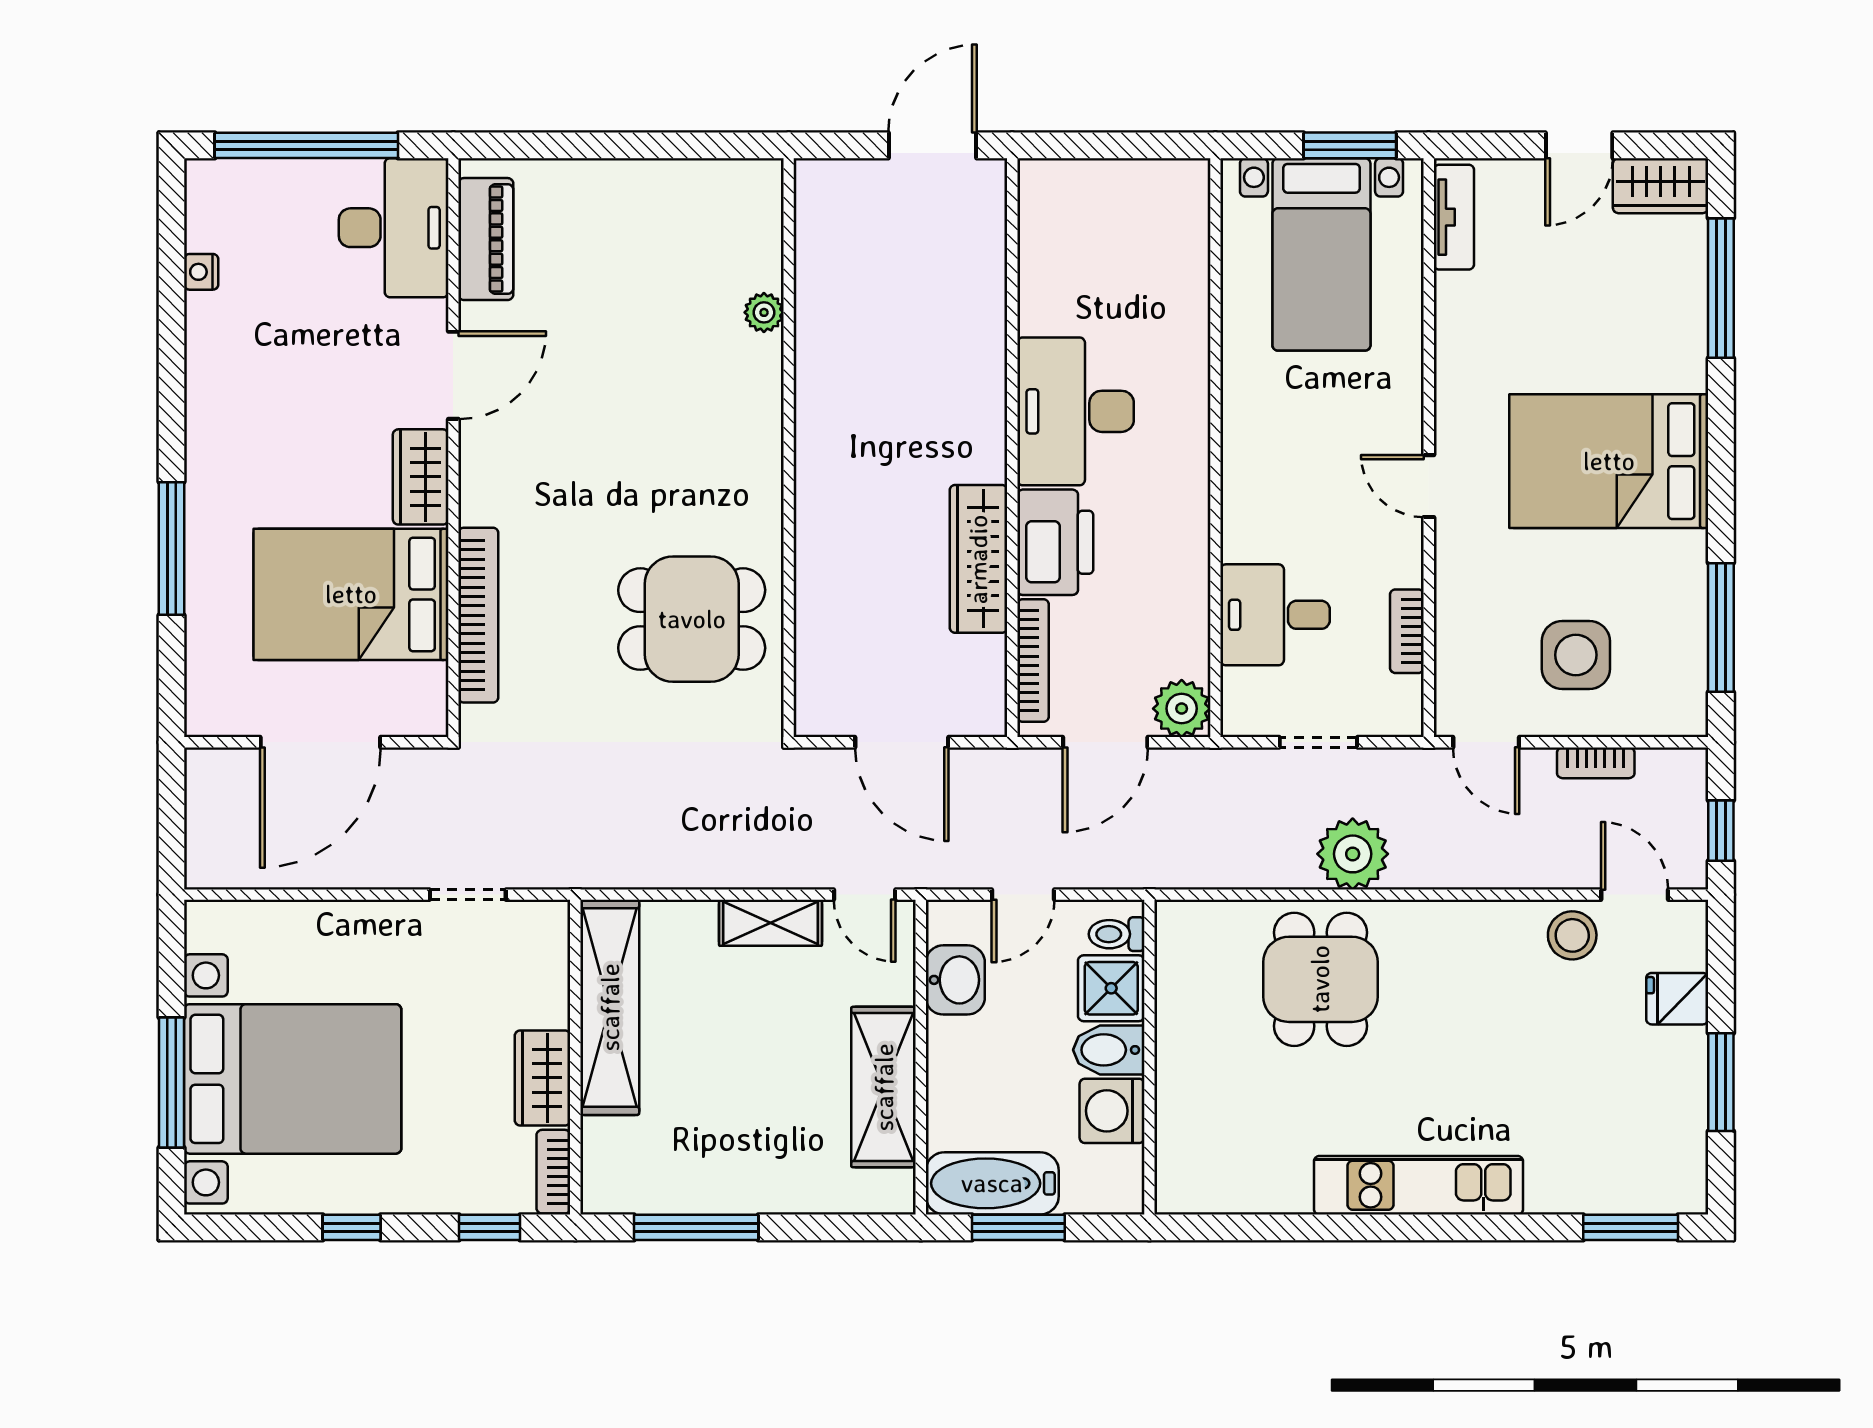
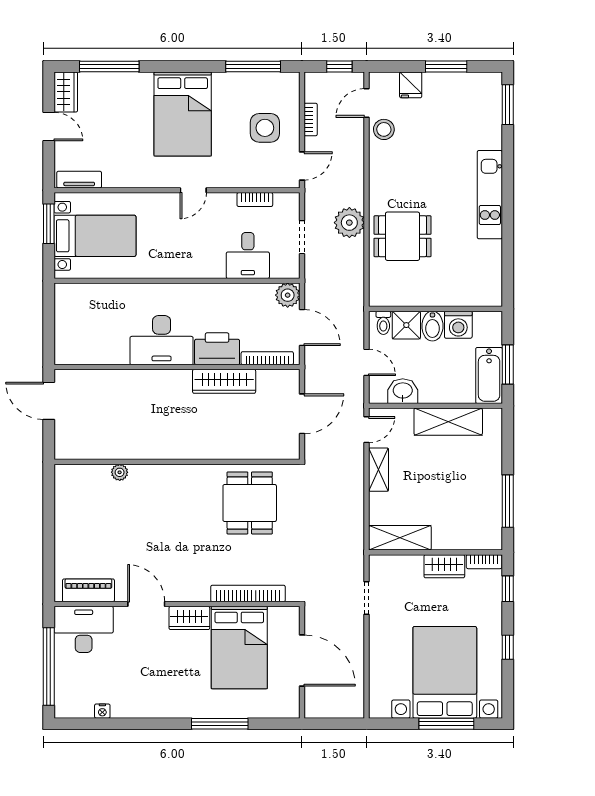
shelving: (610, 1007) -> (400, 538), width x0.68

